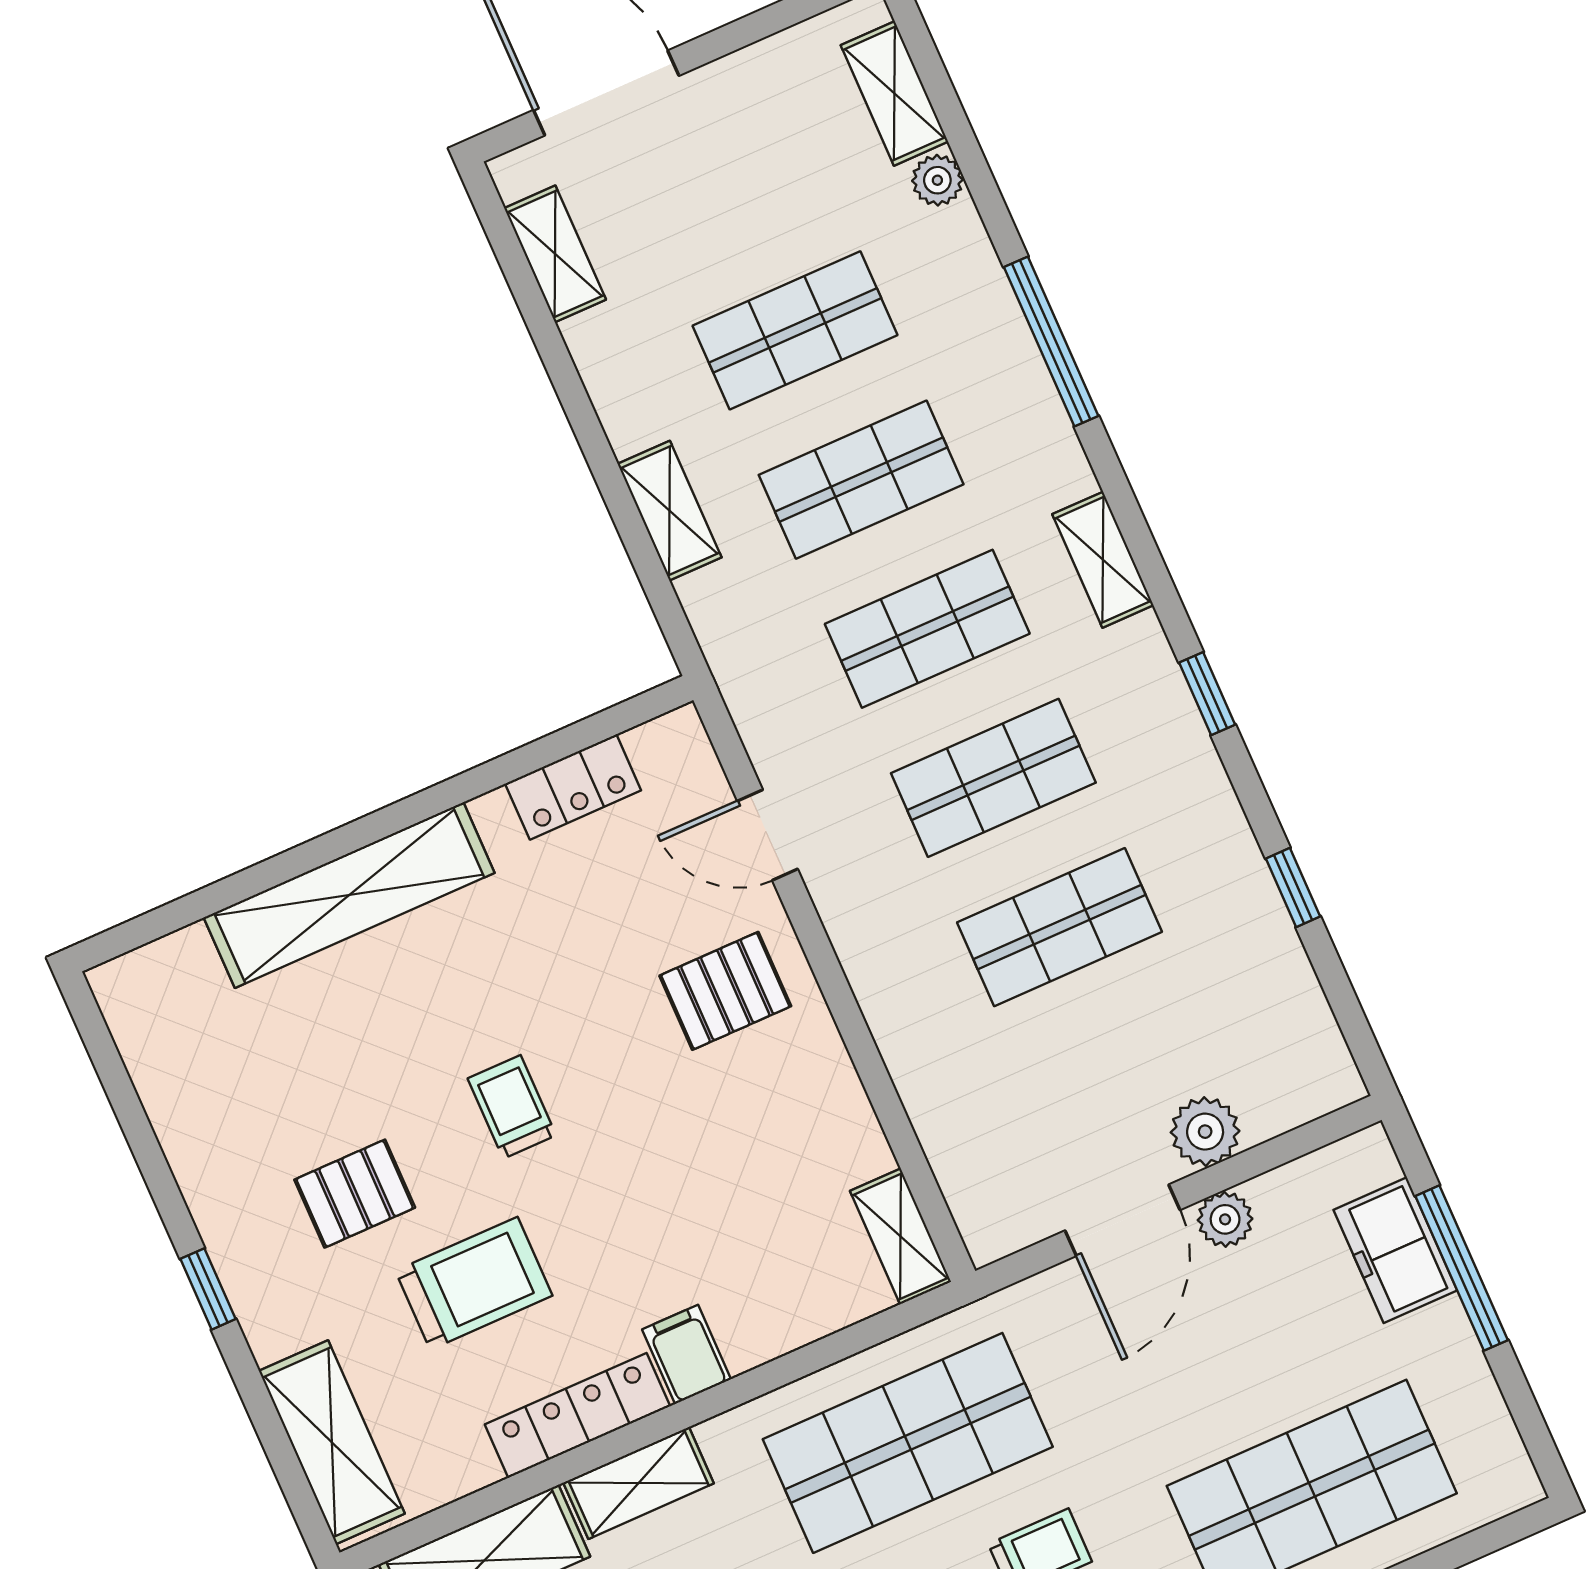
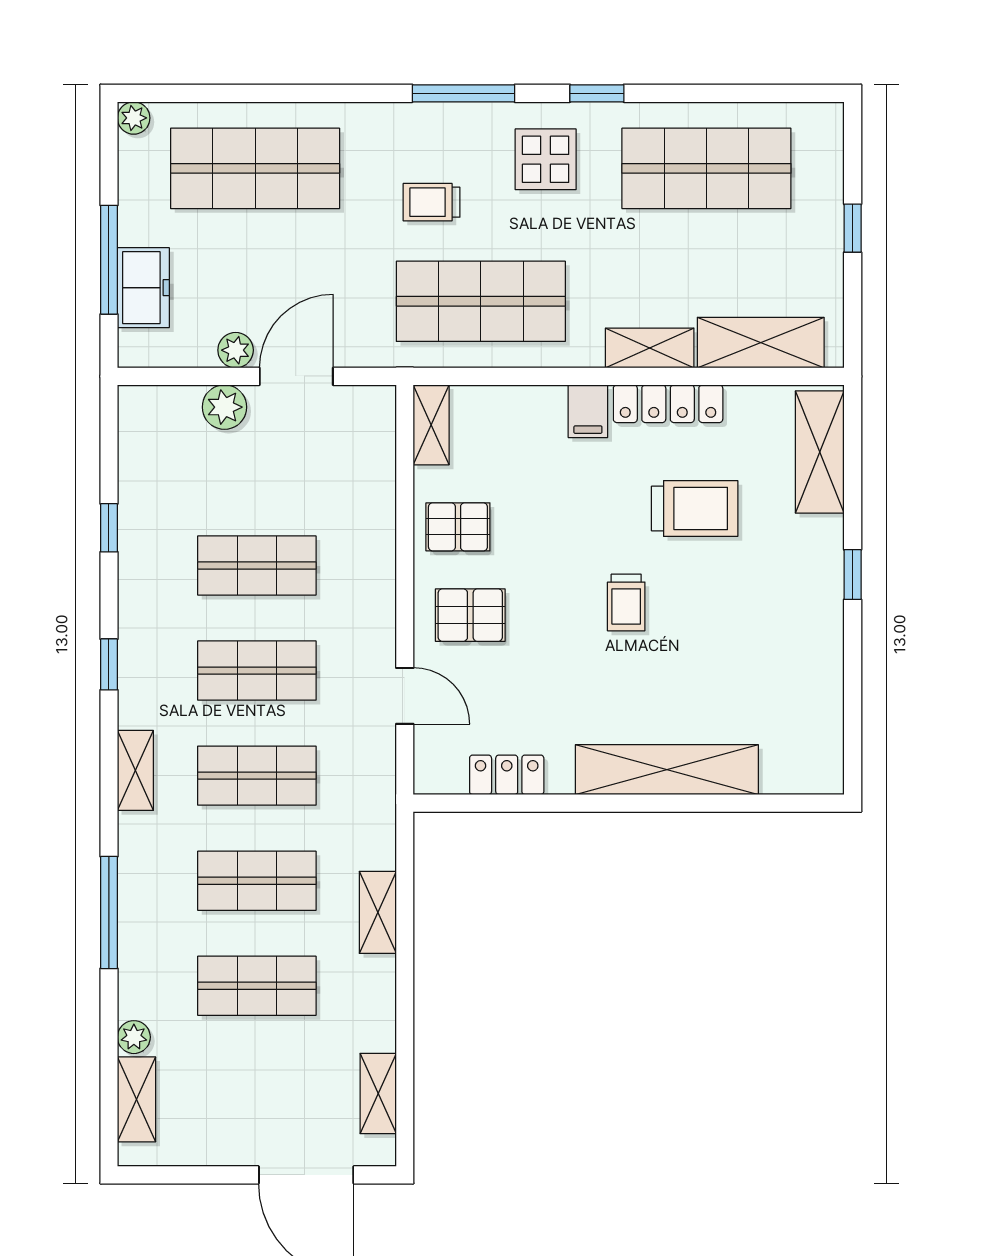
pallet: (355, 1194) -> (458, 527), moved
trolley: (474, 1283) -> (695, 509), turned 180
plant: (1516, 1485) -> (134, 118), added

